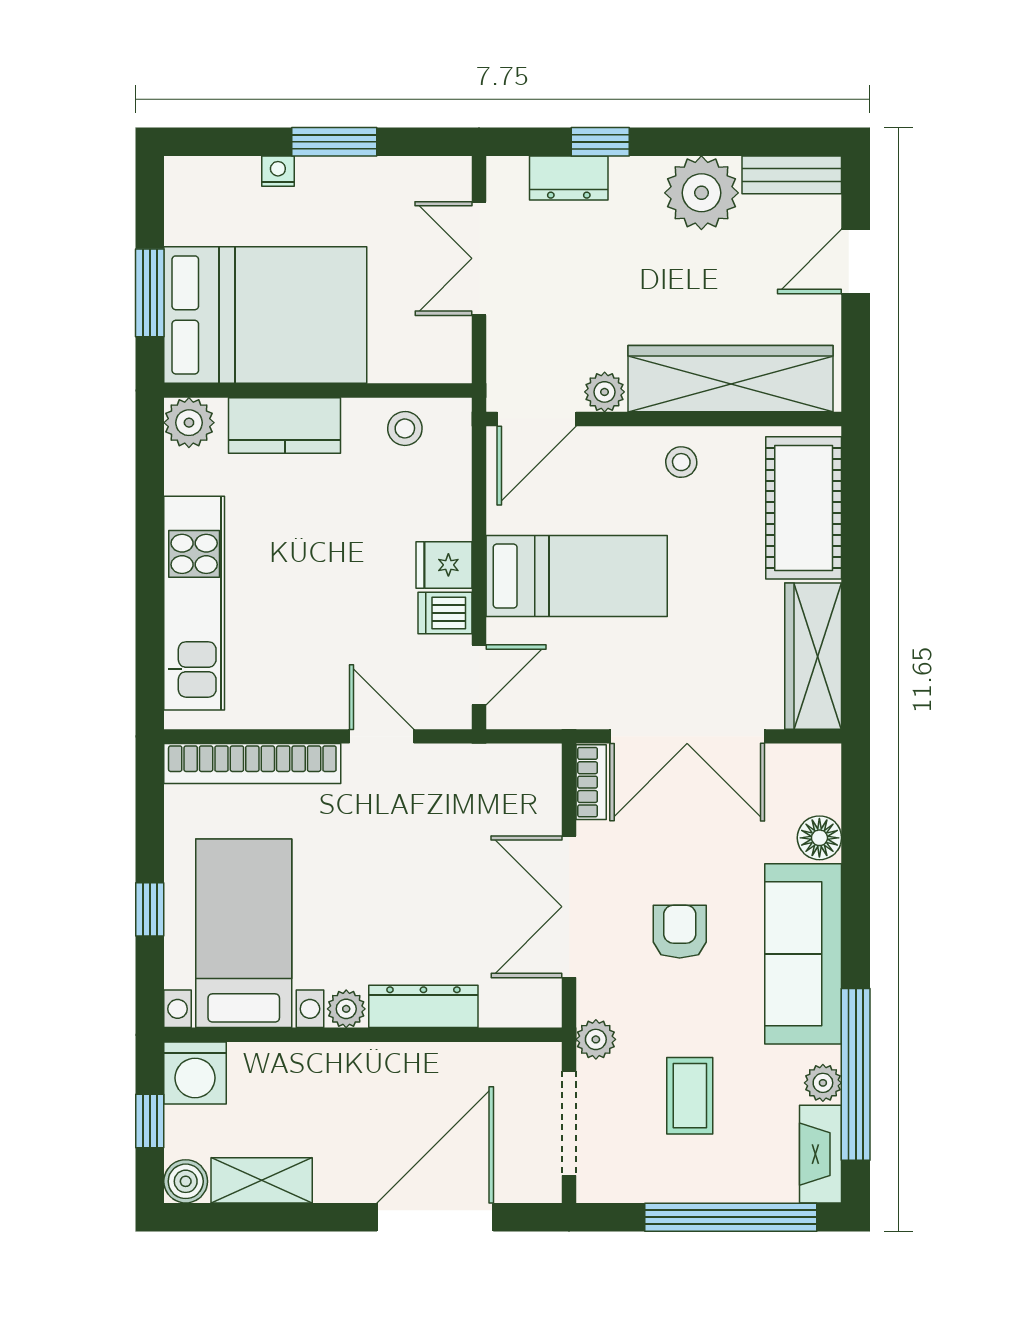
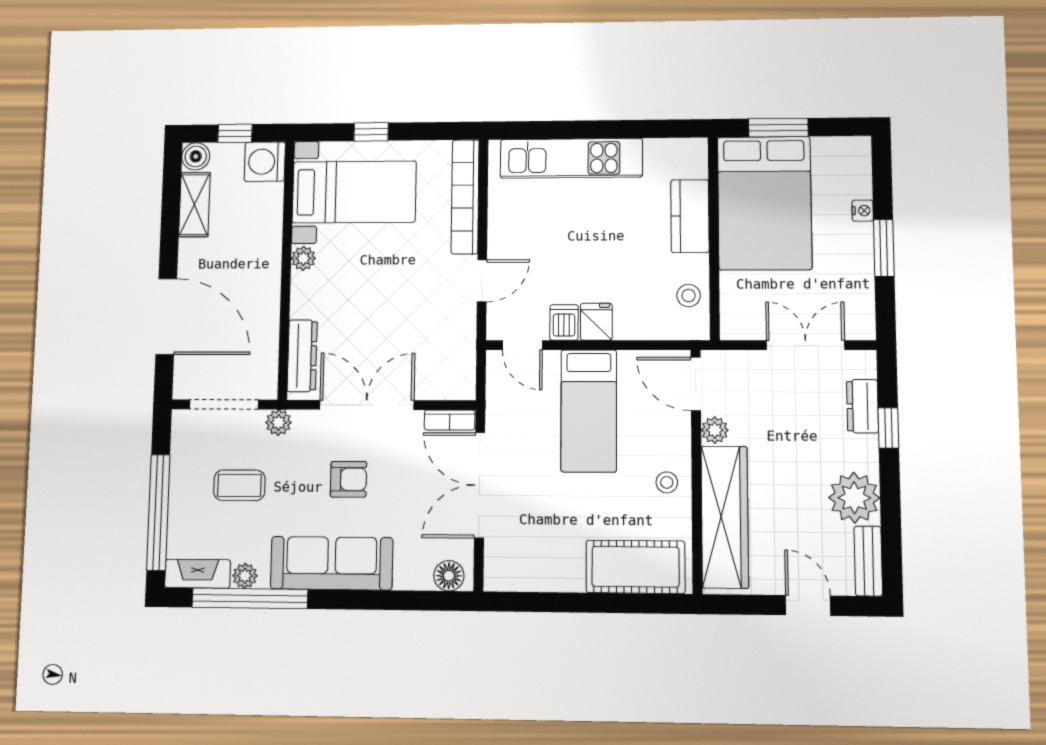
plant: (189, 423) -> (691, 154), removed
wardrobe: (813, 656) -> (533, 572), removed
floor lamp: (819, 838) -> (449, 576), moved
dresser: (423, 1006) -> (302, 356), moved

